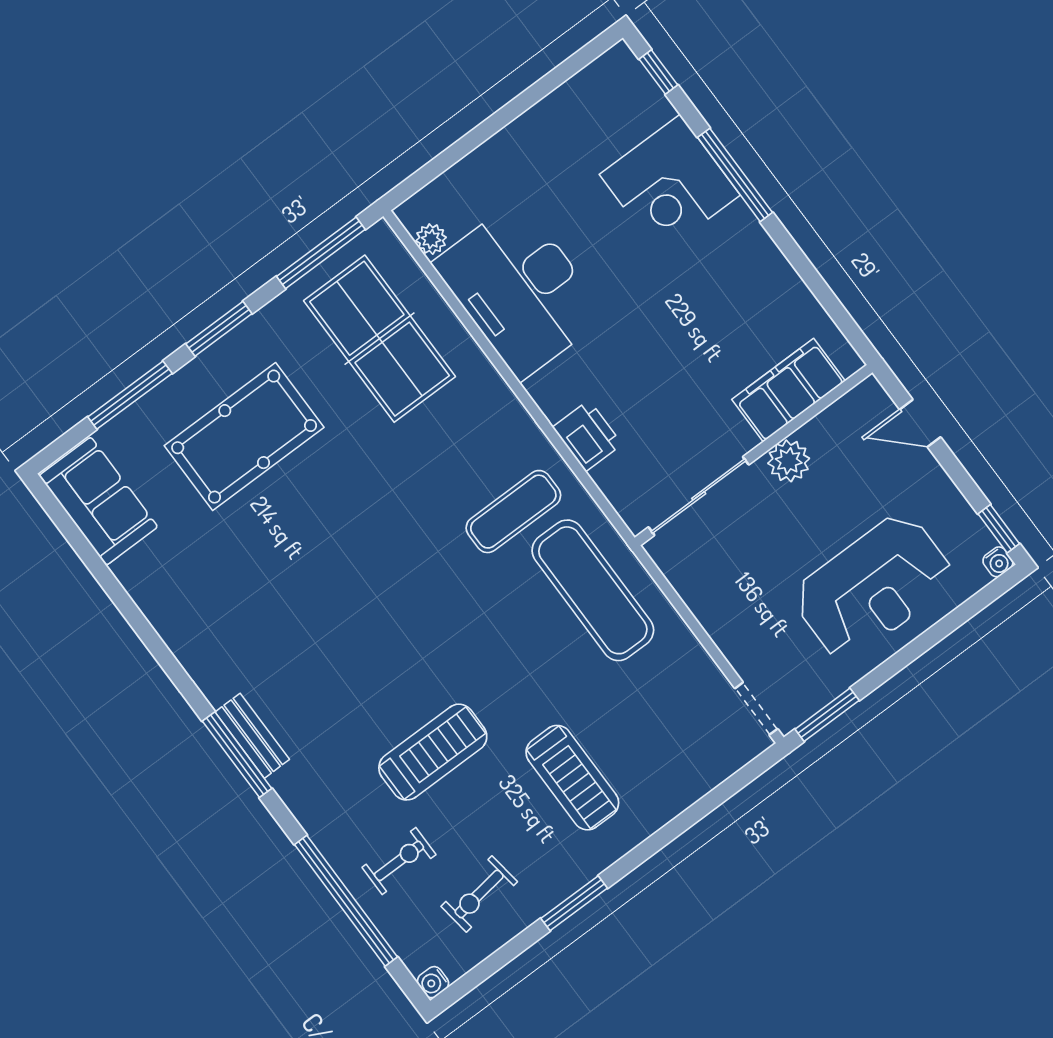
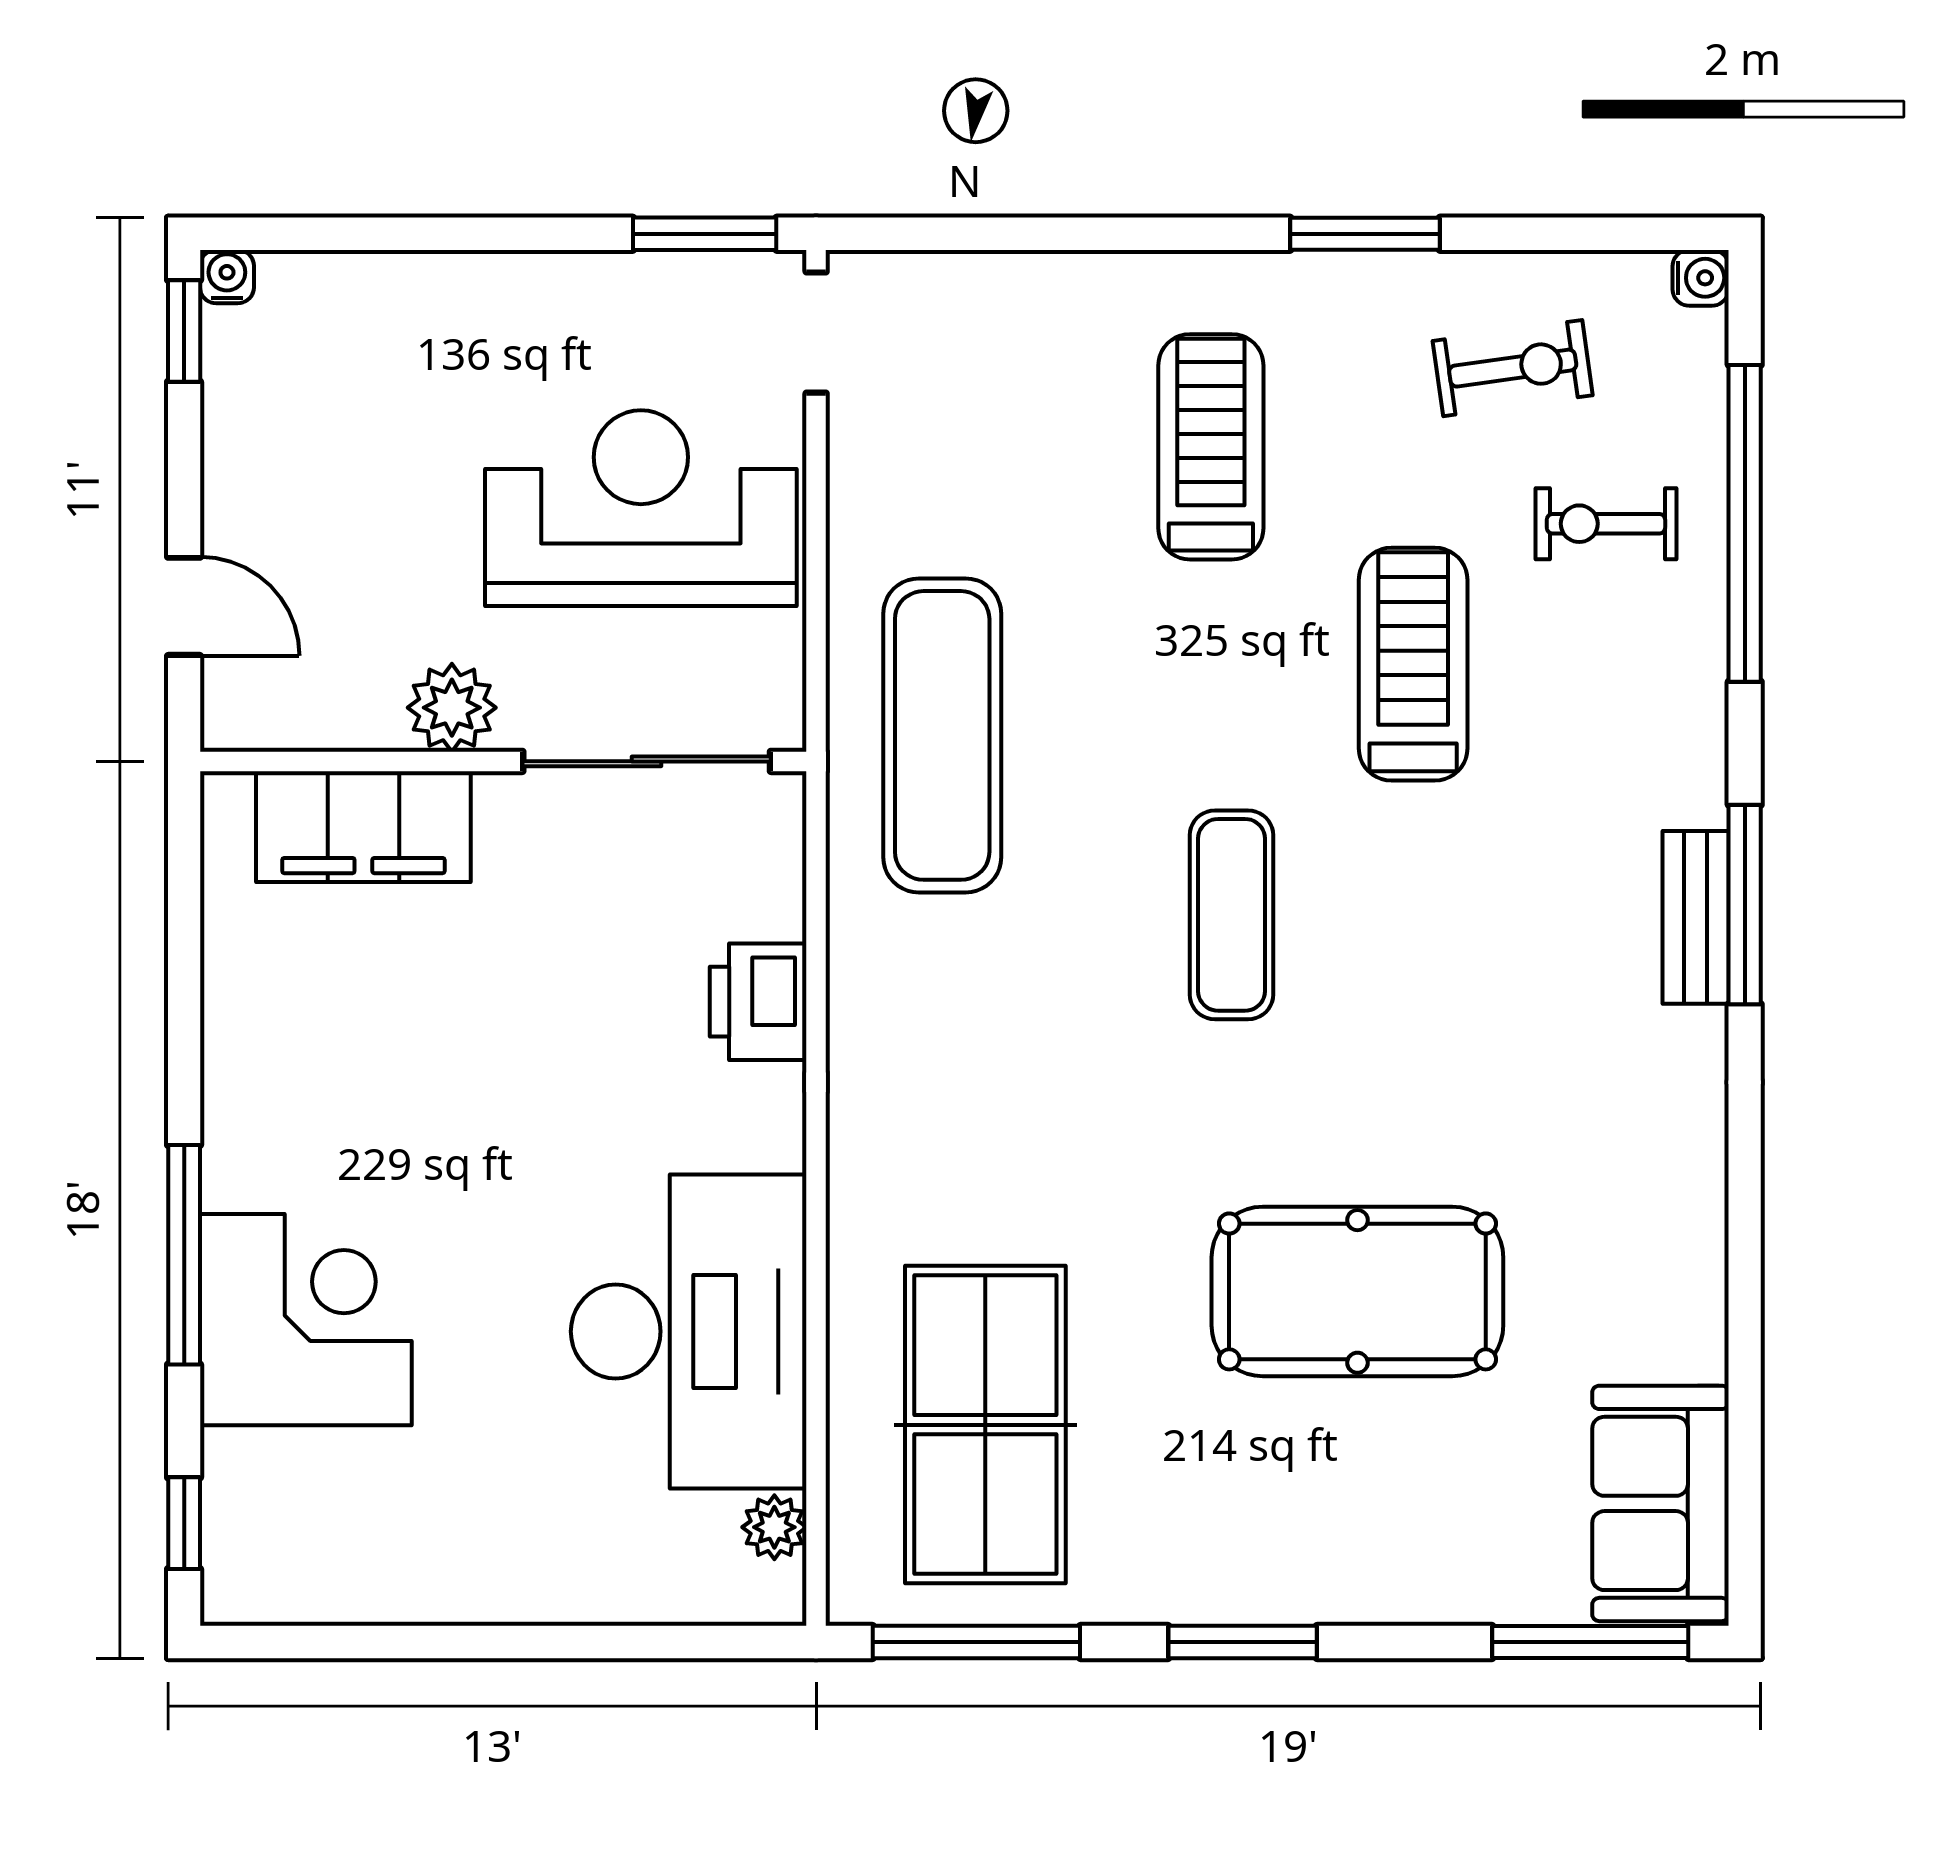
window: (130, 395) -> (1590, 1642), moved
pool table: (244, 437) -> (1357, 1291), moved
exercise mat: (513, 512) -> (1232, 915), moved, turned 90
reception desk: (873, 587) -> (641, 508), moved
treadmill: (433, 752) -> (1413, 664), turned 90

